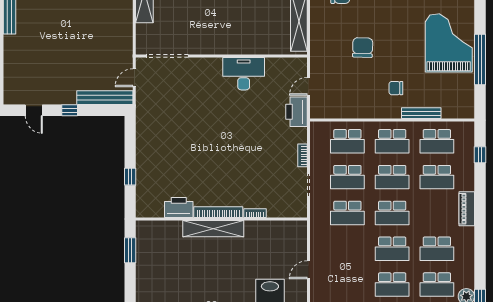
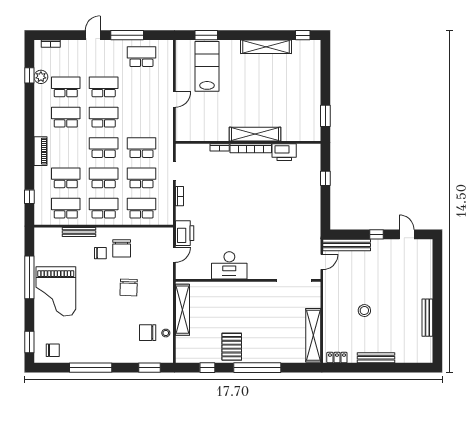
stool: (84, 20) -> (364, 311), added
chair: (371, 94) -> (122, 248), added

